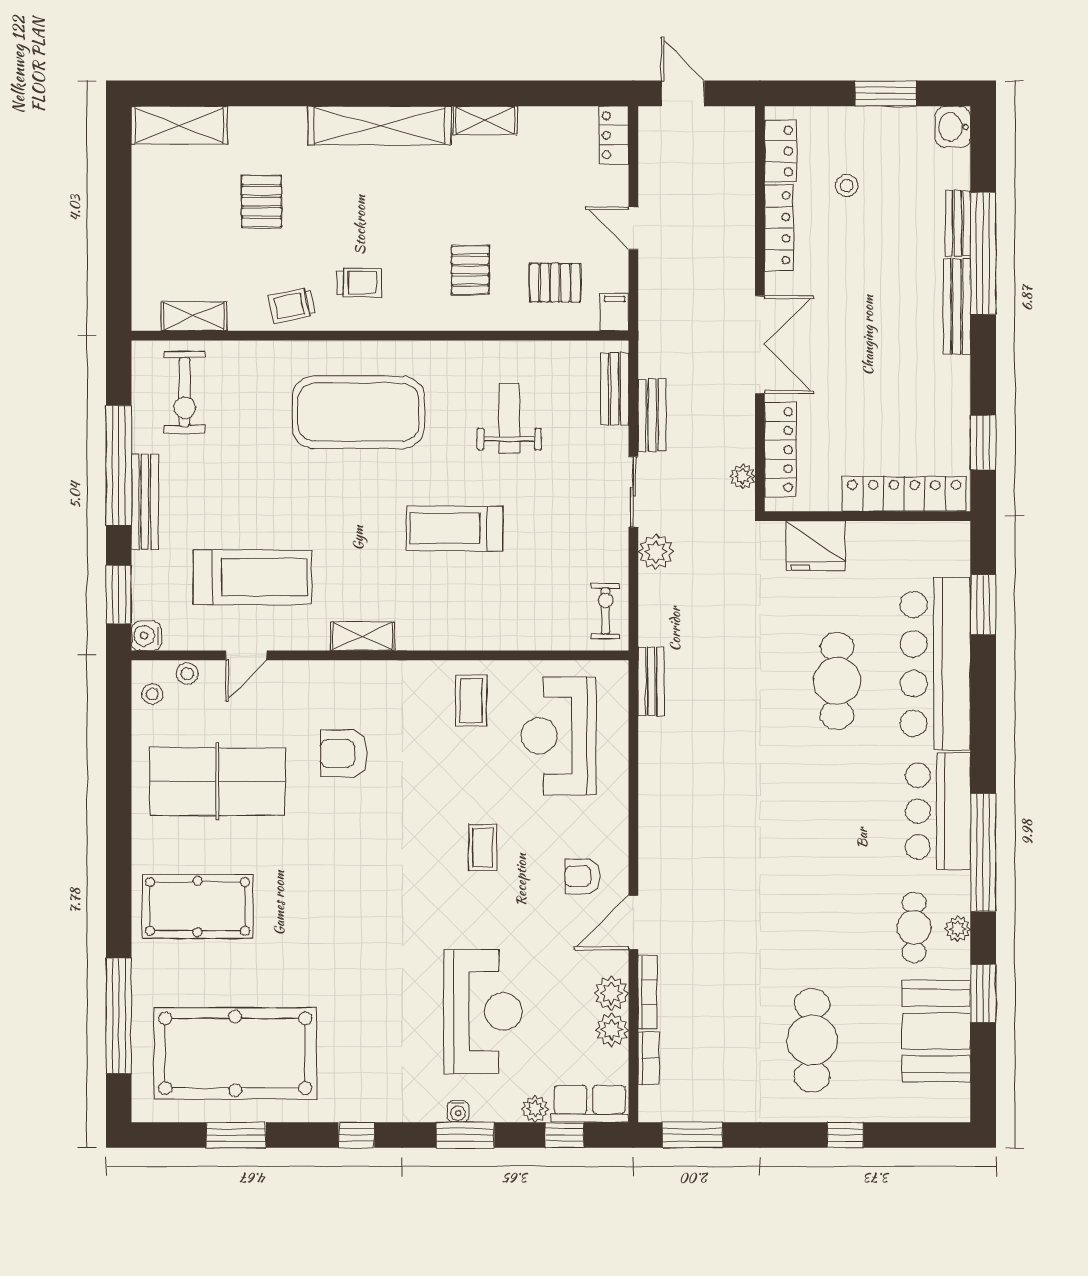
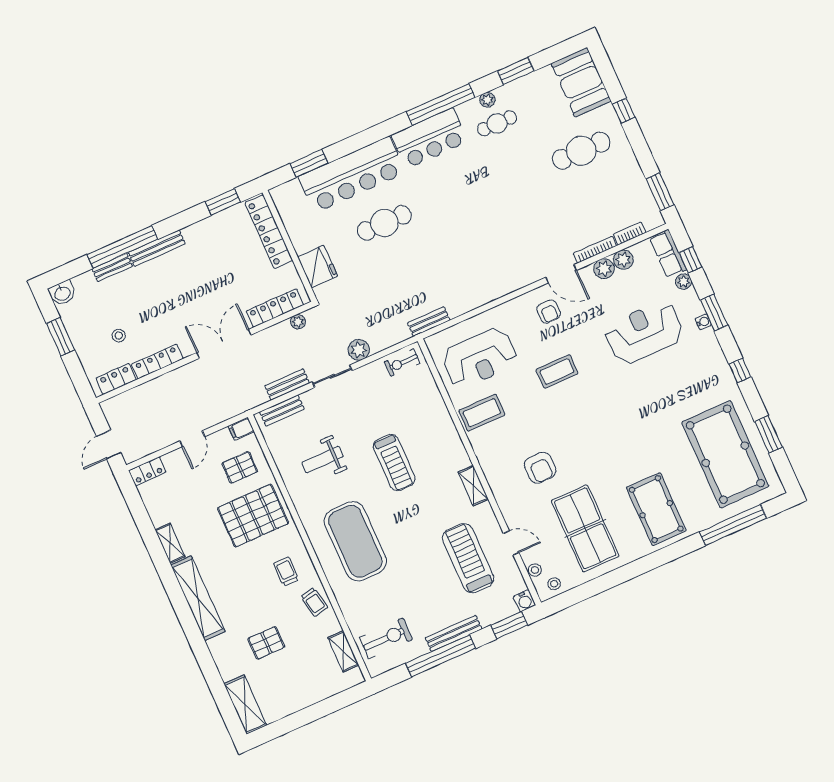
pallet: (470, 270) -> (253, 516), width x2.05, depth x2.00
pallet: (555, 283) -> (240, 467), turned 90
coffee table: (471, 701) -> (482, 413), width x1.36, depth x1.30
coffee table: (483, 847) -> (557, 372), width x1.36, depth x1.30
booth: (936, 1031) -> (581, 82), moved, turned 90

